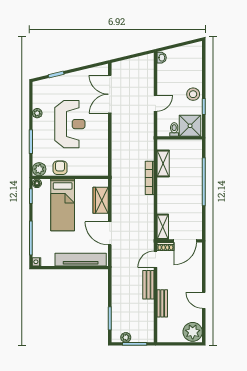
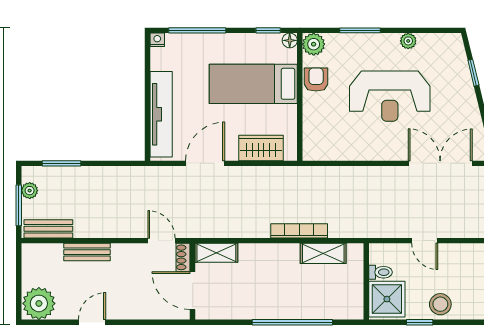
armchair: (60, 168) -> (316, 80), turned -90
bench: (148, 285) -> (48, 229), moved

